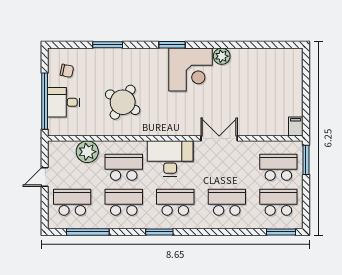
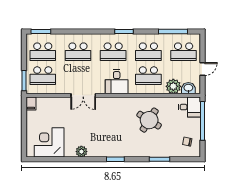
corner desk: (191, 70) -> (49, 142), moved
desk: (64, 102) -> (189, 107), moved
washbasin: (65, 149) -> (188, 88), added
desk: (170, 159) -> (117, 82), width x0.73

